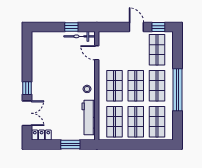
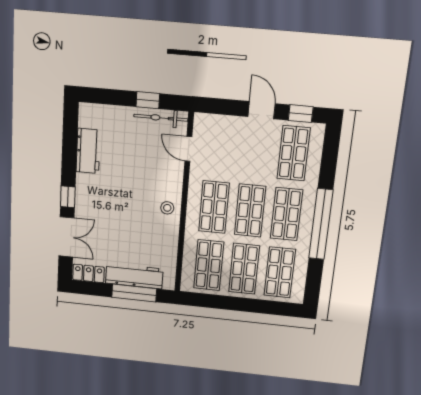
workbench: (38, 59) -> (88, 151), added
workbench: (89, 117) -> (134, 276), moved, turned 90
window: (70, 145) -> (134, 293), width x1.44

